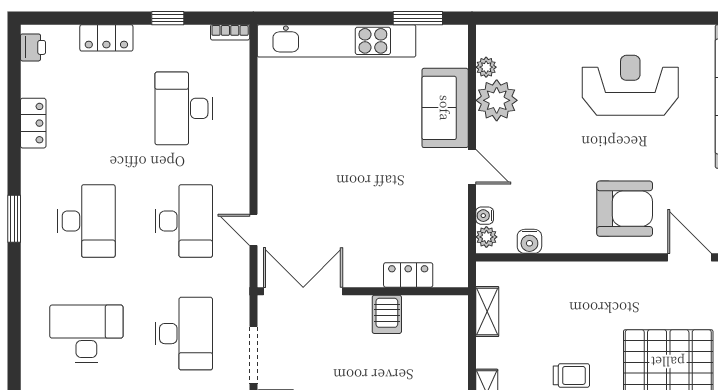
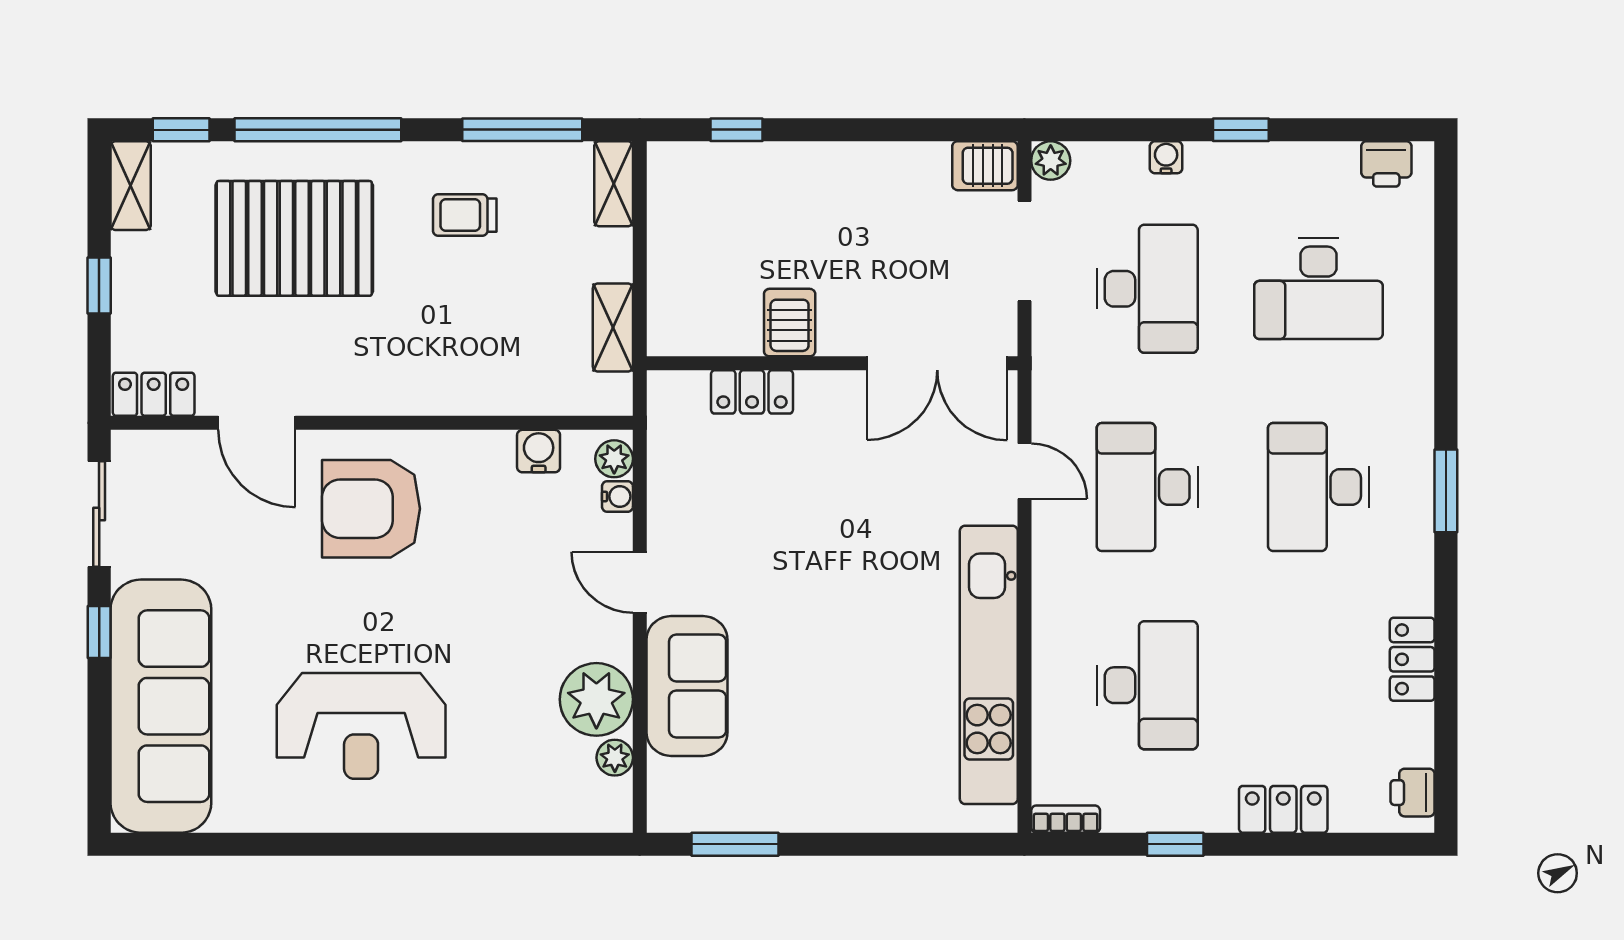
kitchen unit: (336, 41) -> (989, 665), moved, turned -90
desk: (184, 334) -> (1147, 289), turned 180

